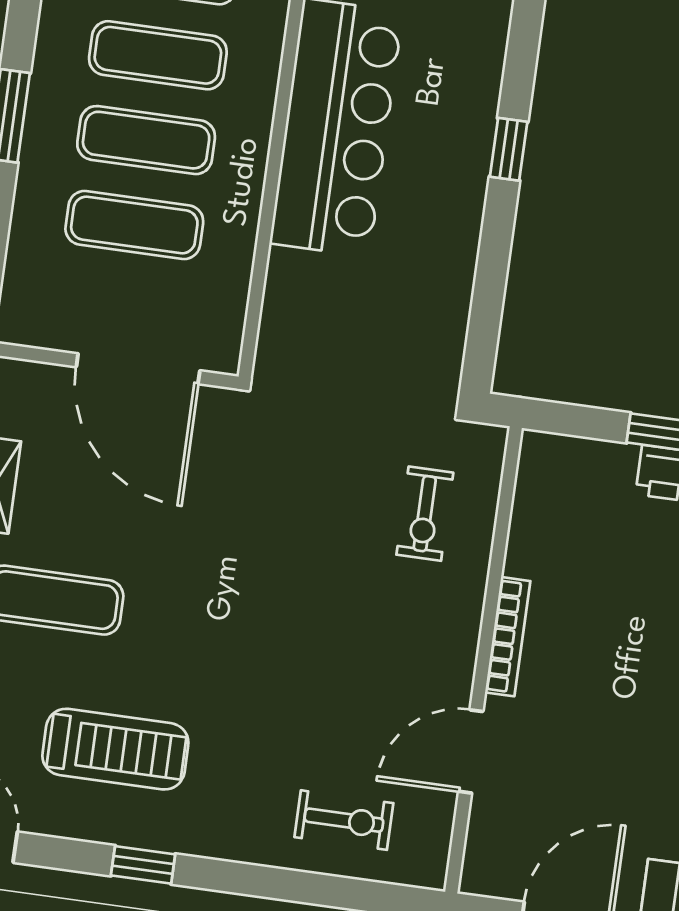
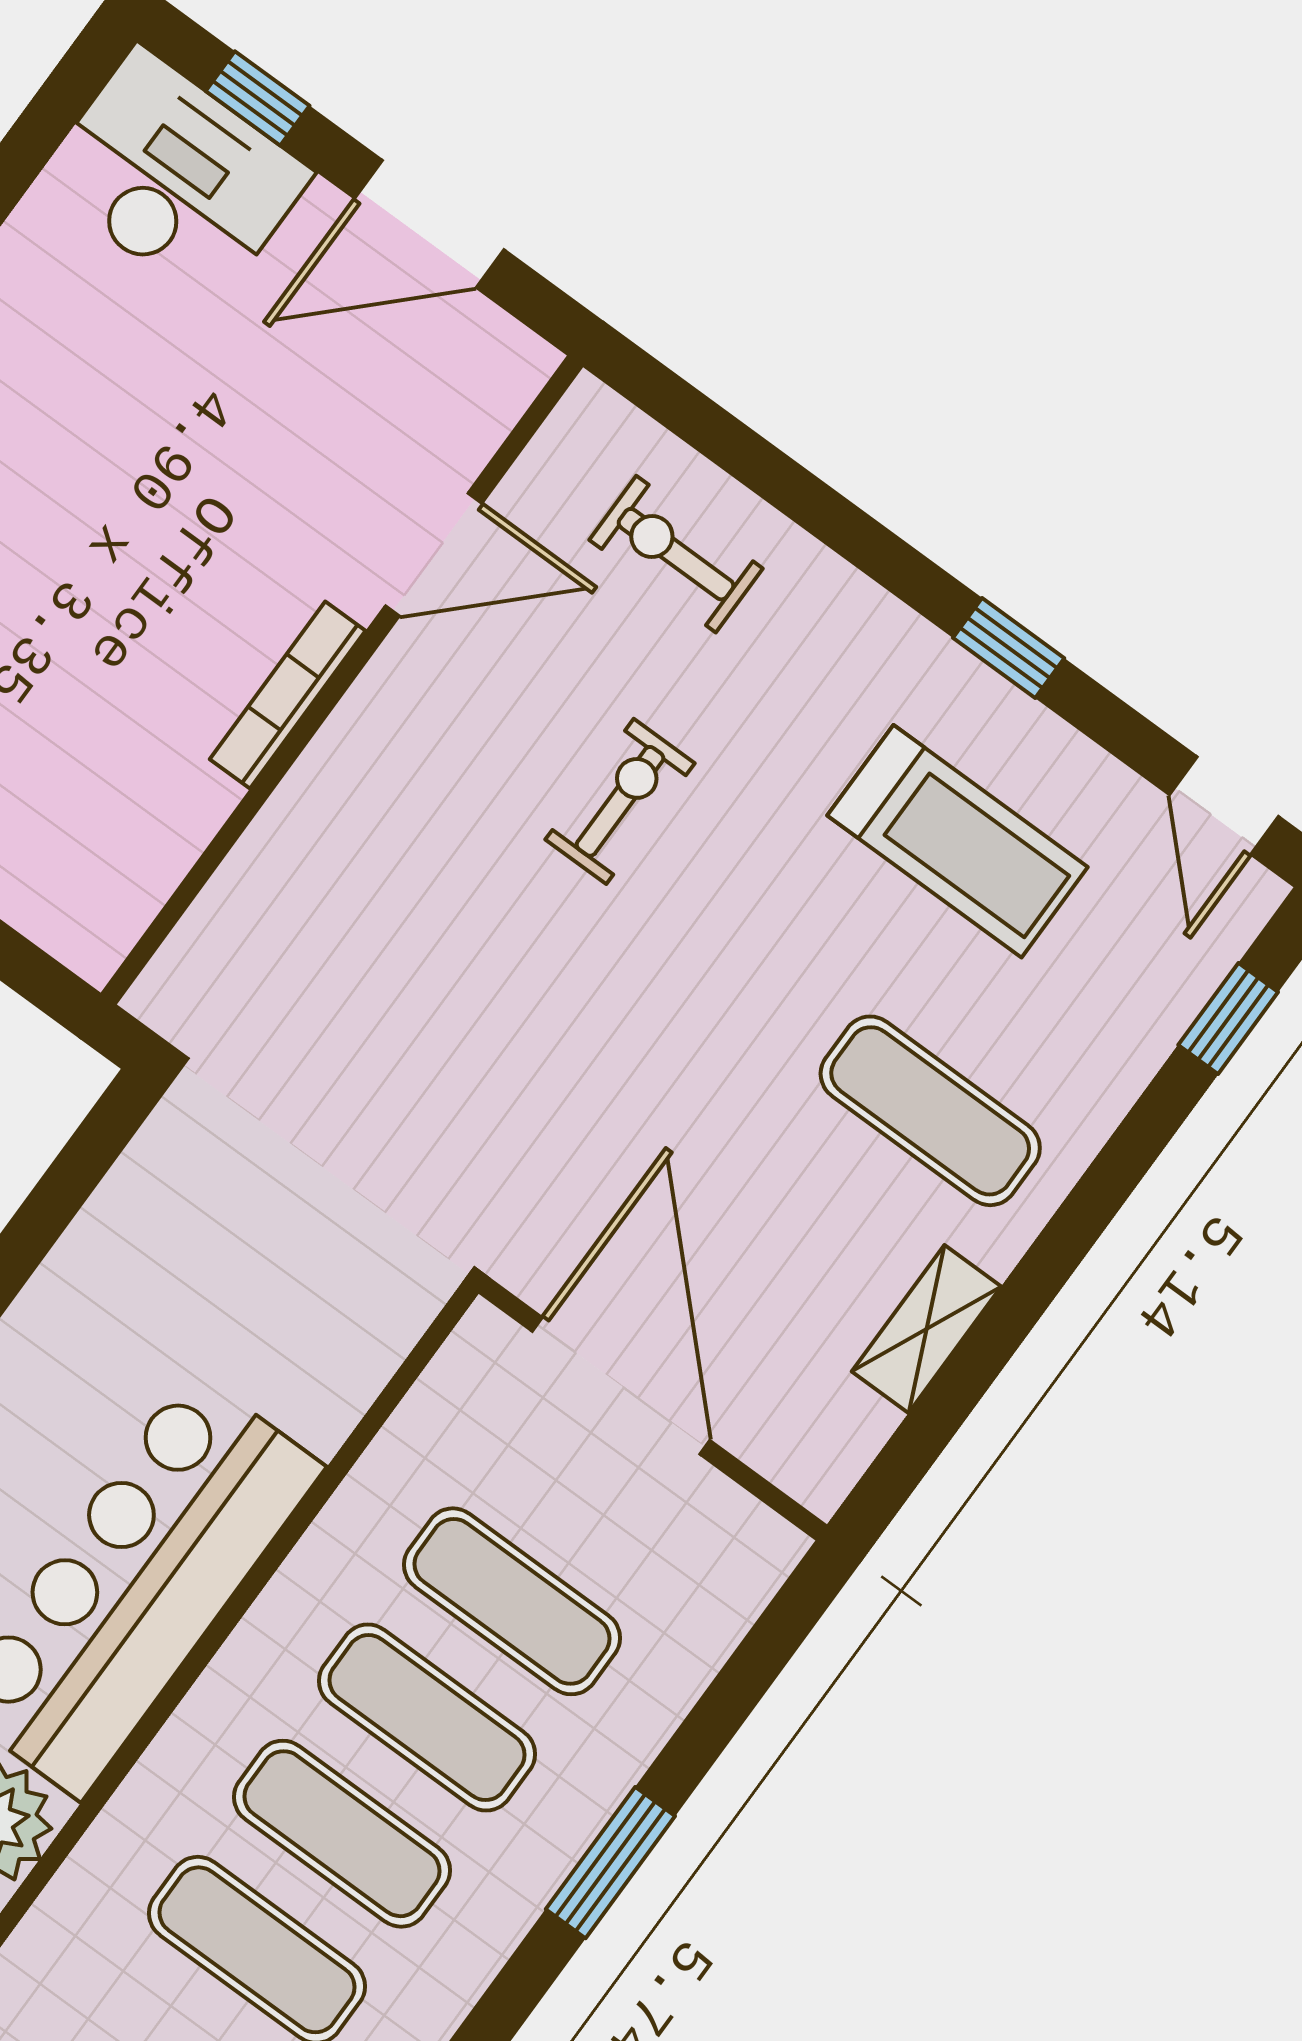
exercise bike: (425, 514) -> (620, 801), moved
treadmill: (115, 749) -> (958, 841), turned 180

